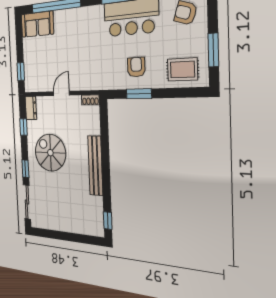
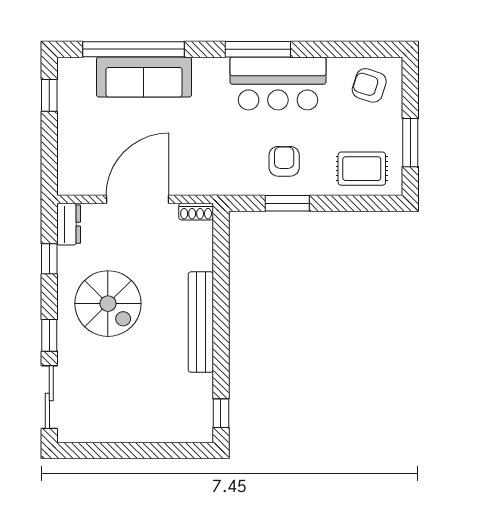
sofa: (37, 24) -> (144, 77), moved, width x1.36
window: (21, 71) -> (49, 95), moved
door: (61, 93) -> (137, 199), width x1.87
spiral stairs: (50, 153) -> (108, 304), turned 180

